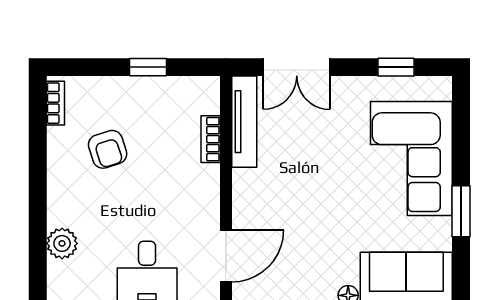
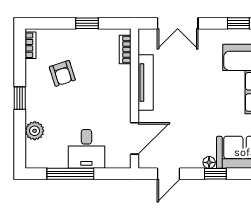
tv unit: (244, 122) -> (146, 83), moved
bookcase: (211, 139) -> (125, 50), moved
window: (38, 190) -> (20, 98), added

